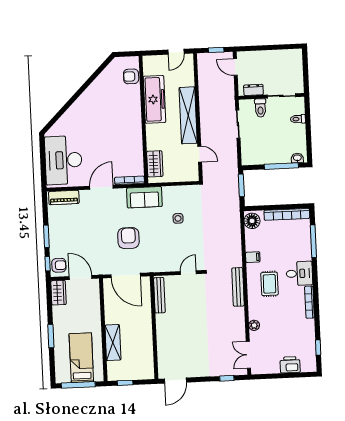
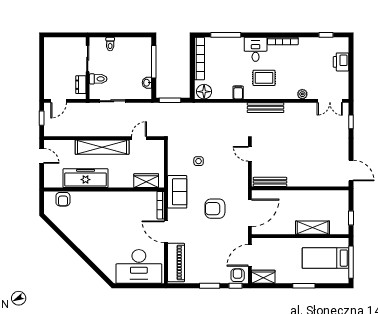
washbasin: (297, 158) -> (147, 83), moved
piano: (64, 198) -> (176, 263), width x1.37, depth x1.33

